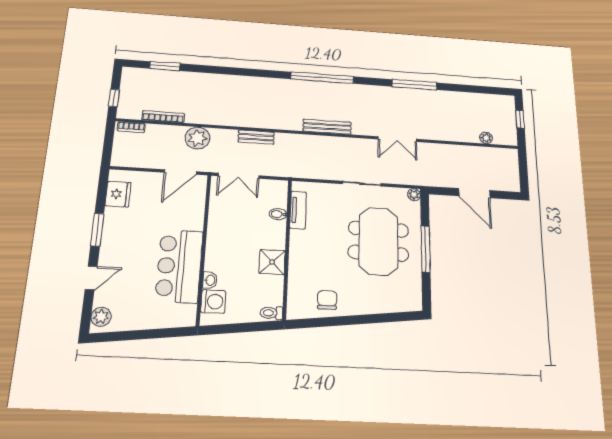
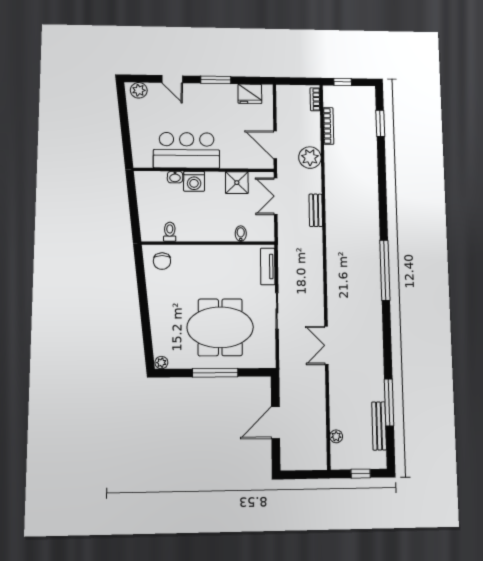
window: (414, 85) -> (389, 402), moved
bench: (327, 127) -> (379, 426), moved
plant: (414, 195) -> (161, 363), moved
tv unit: (298, 210) -> (268, 266), moved, turned 90
shower: (272, 262) -> (237, 183), moved
chair: (327, 300) -> (162, 261), moved, turned 90
washing machine: (213, 301) -> (194, 181), moved
toilet: (271, 313) -> (170, 232), moved

